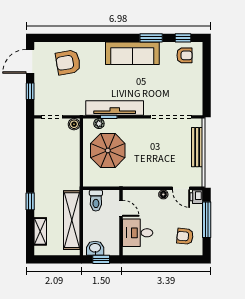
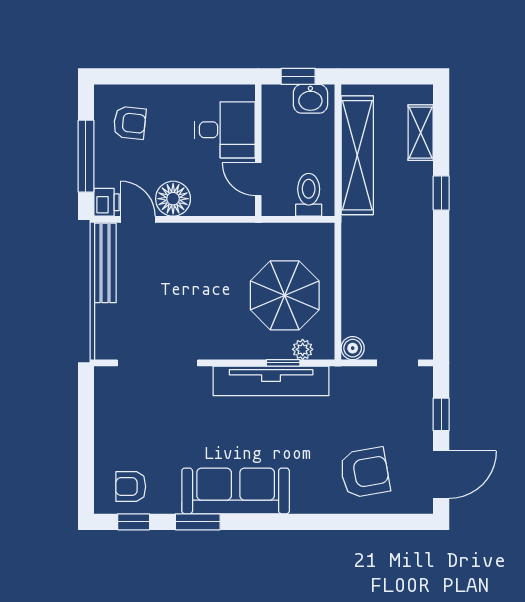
bench: (197, 147) -> (105, 263), moved
floor lamp: (163, 194) -> (173, 199), width x1.89, depth x1.89

